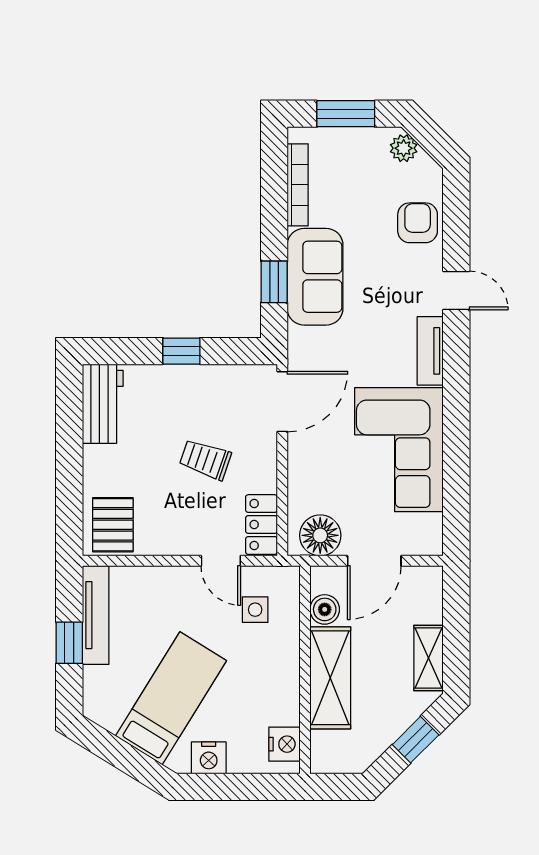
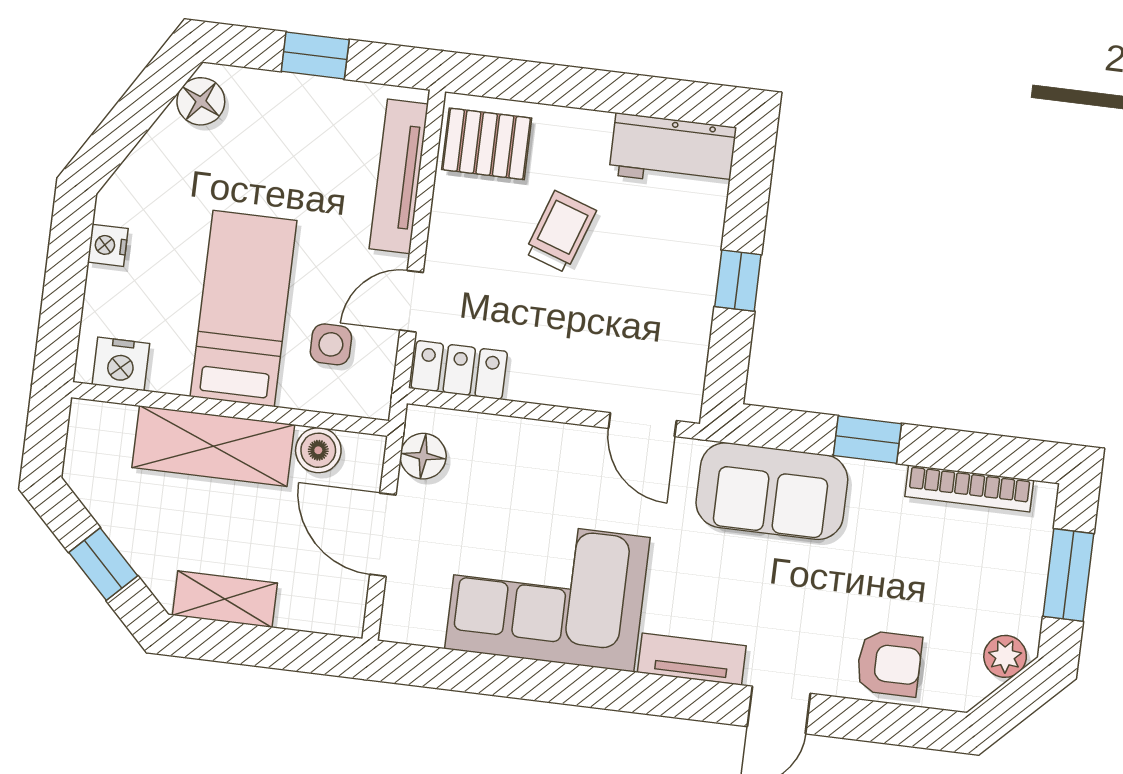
sofa: (315, 277) -> (772, 491), moved
window: (274, 282) -> (867, 440), moved
door: (282, 402) -> (642, 425), width x0.73
trolley: (205, 460) -> (560, 232), moved
floor lamp: (320, 535) -> (423, 456), width x0.73, depth x0.73
tv unit: (96, 615) -> (399, 176), moved, turned 90
bed: (171, 698) -> (244, 308), moved, turned -122
floor lamp: (108, 713) -> (201, 101), added
nightstand: (209, 758) -> (108, 245), width x0.72, depth x0.74

